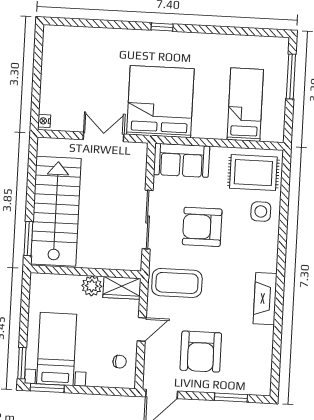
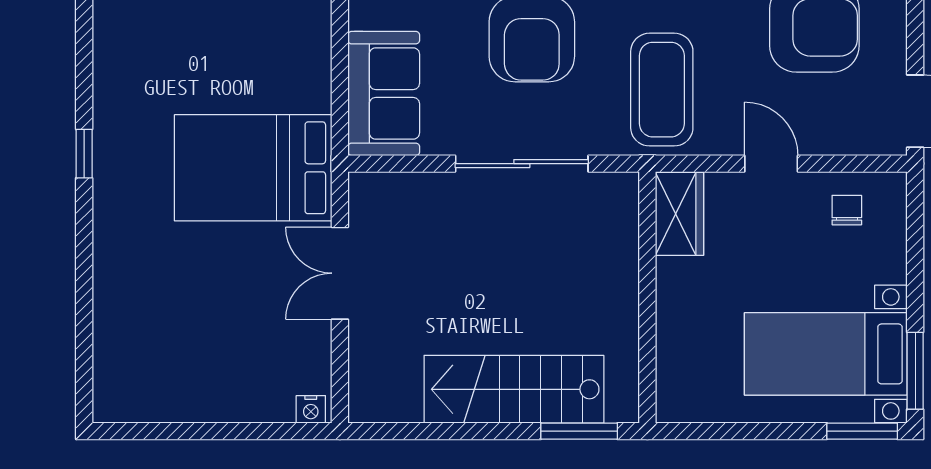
bed: (160, 102) -> (253, 168), width x0.73
stairs: (56, 211) -> (514, 389), width x0.73, depth x0.66
plant: (92, 286) -> (679, 282), removed

